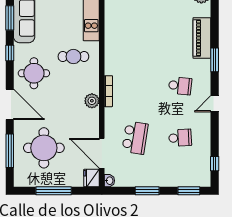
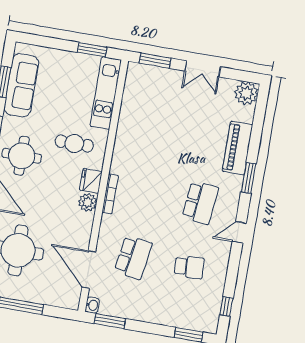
school desk: (180, 86) -> (200, 203), width x1.85
fridge: (91, 178) -> (91, 181), moved
window: (147, 191) -> (110, 321), moved

